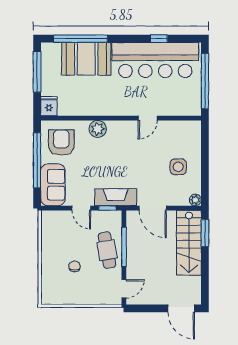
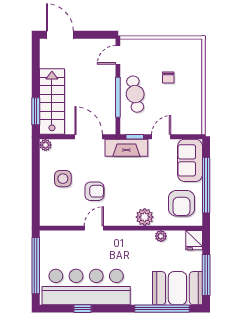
booth: (86, 59) -> (177, 288), moved
plant: (82, 110) -> (161, 236), added
armchair: (147, 154) -> (94, 191), added
door: (81, 208) -> (161, 137), hinge flipped

